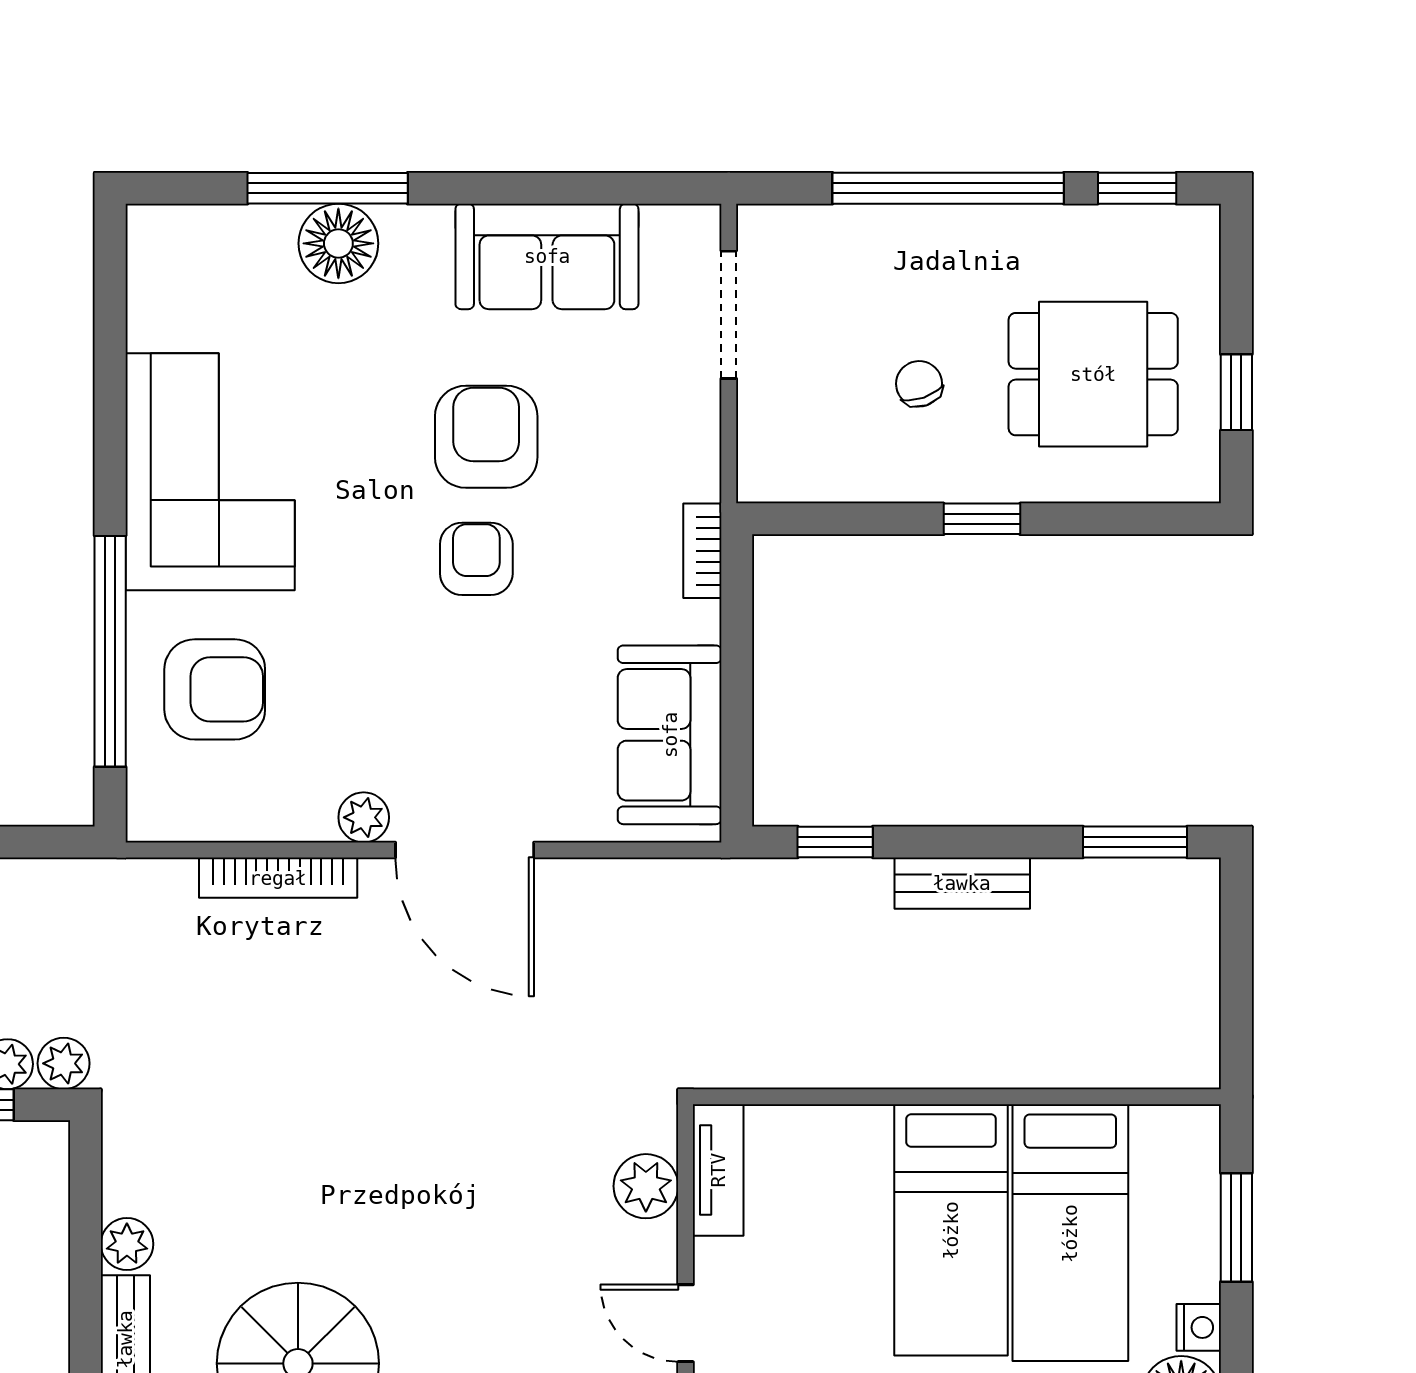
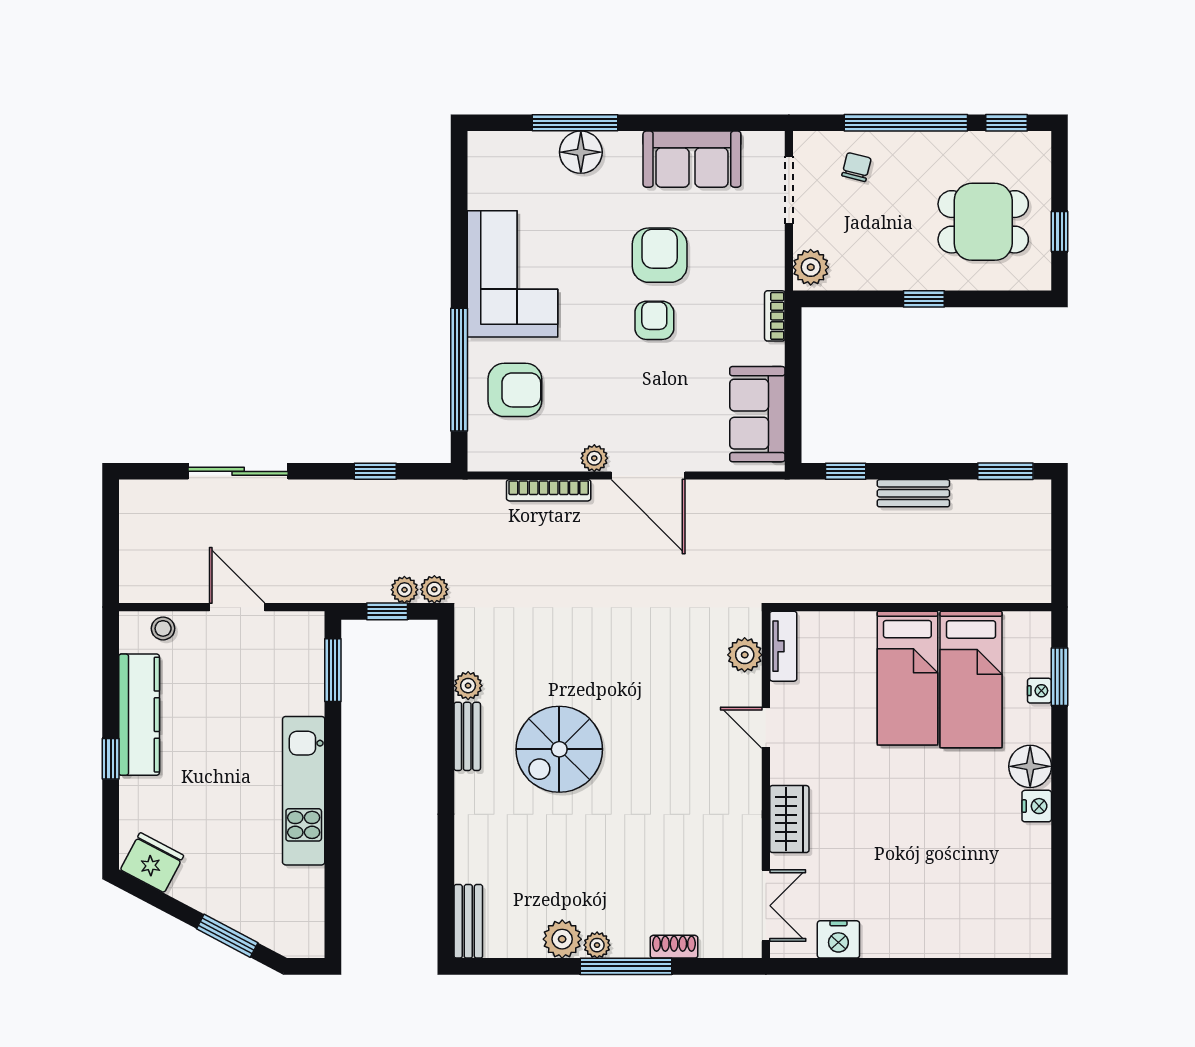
chair: (919, 384) -> (856, 167), moved, turned 33
plant: (770, 459) -> (811, 267), added
nightstand: (1199, 1327) -> (1039, 691), moved

